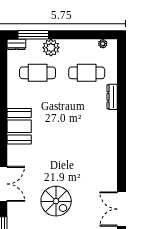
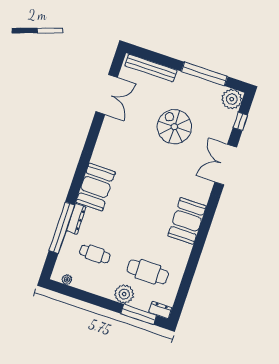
cafe table: (87, 73) -> (95, 254), width x0.73, depth x0.74
window: (122, 85) -> (62, 228), added
booth: (105, 129) -> (96, 187), added

